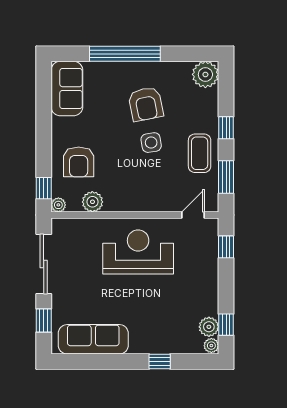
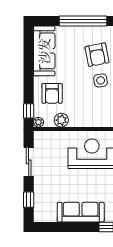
sofa: (67, 89) -> (44, 51), width x1.36
sliding door: (44, 264) -> (29, 162), width x0.73
sofa: (93, 339) -> (81, 212), moved

